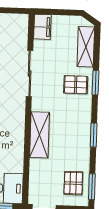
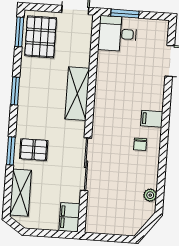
pallet: (73, 183) -> (41, 37), width x1.50, depth x1.42

